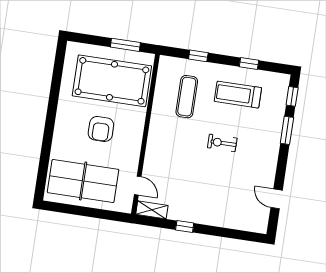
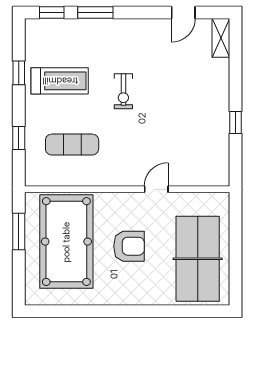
treadmill: (238, 95) -> (60, 81), turned -90
door: (138, 186) -> (156, 189), moved
shelving: (152, 210) -> (221, 38), moved

